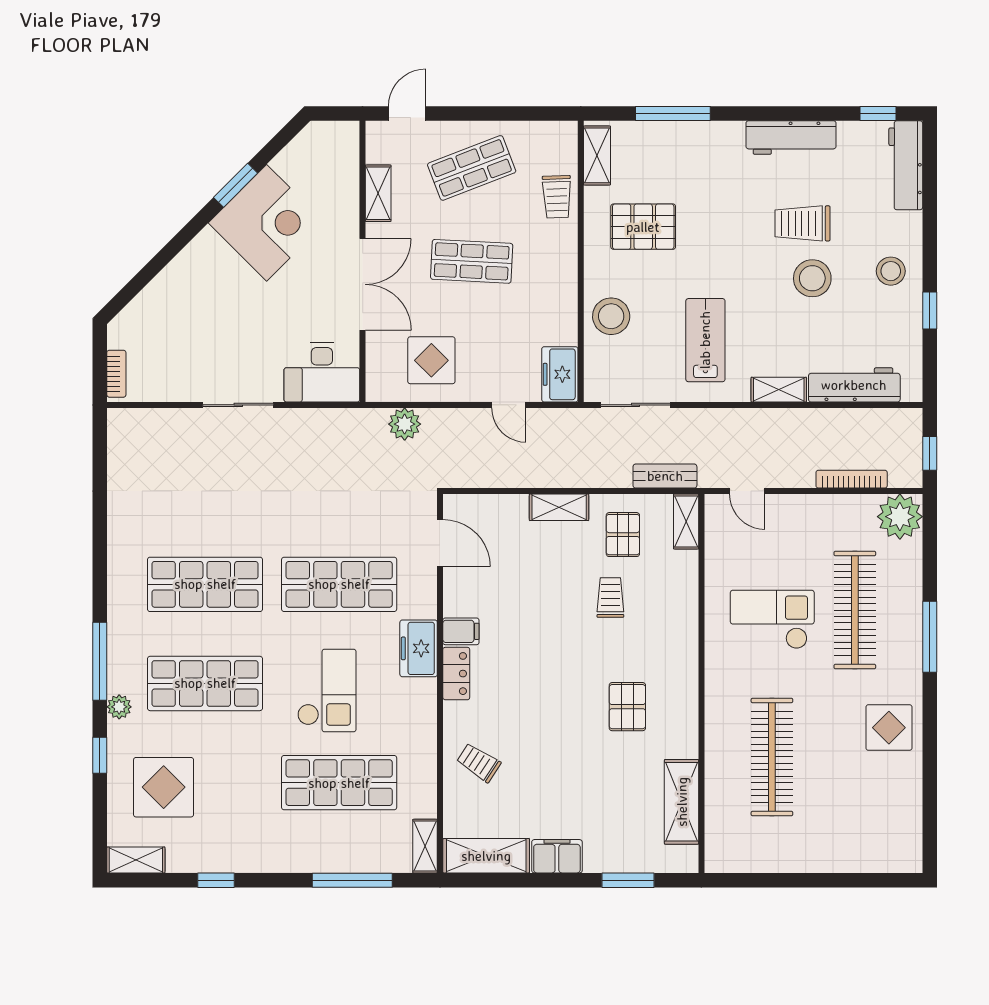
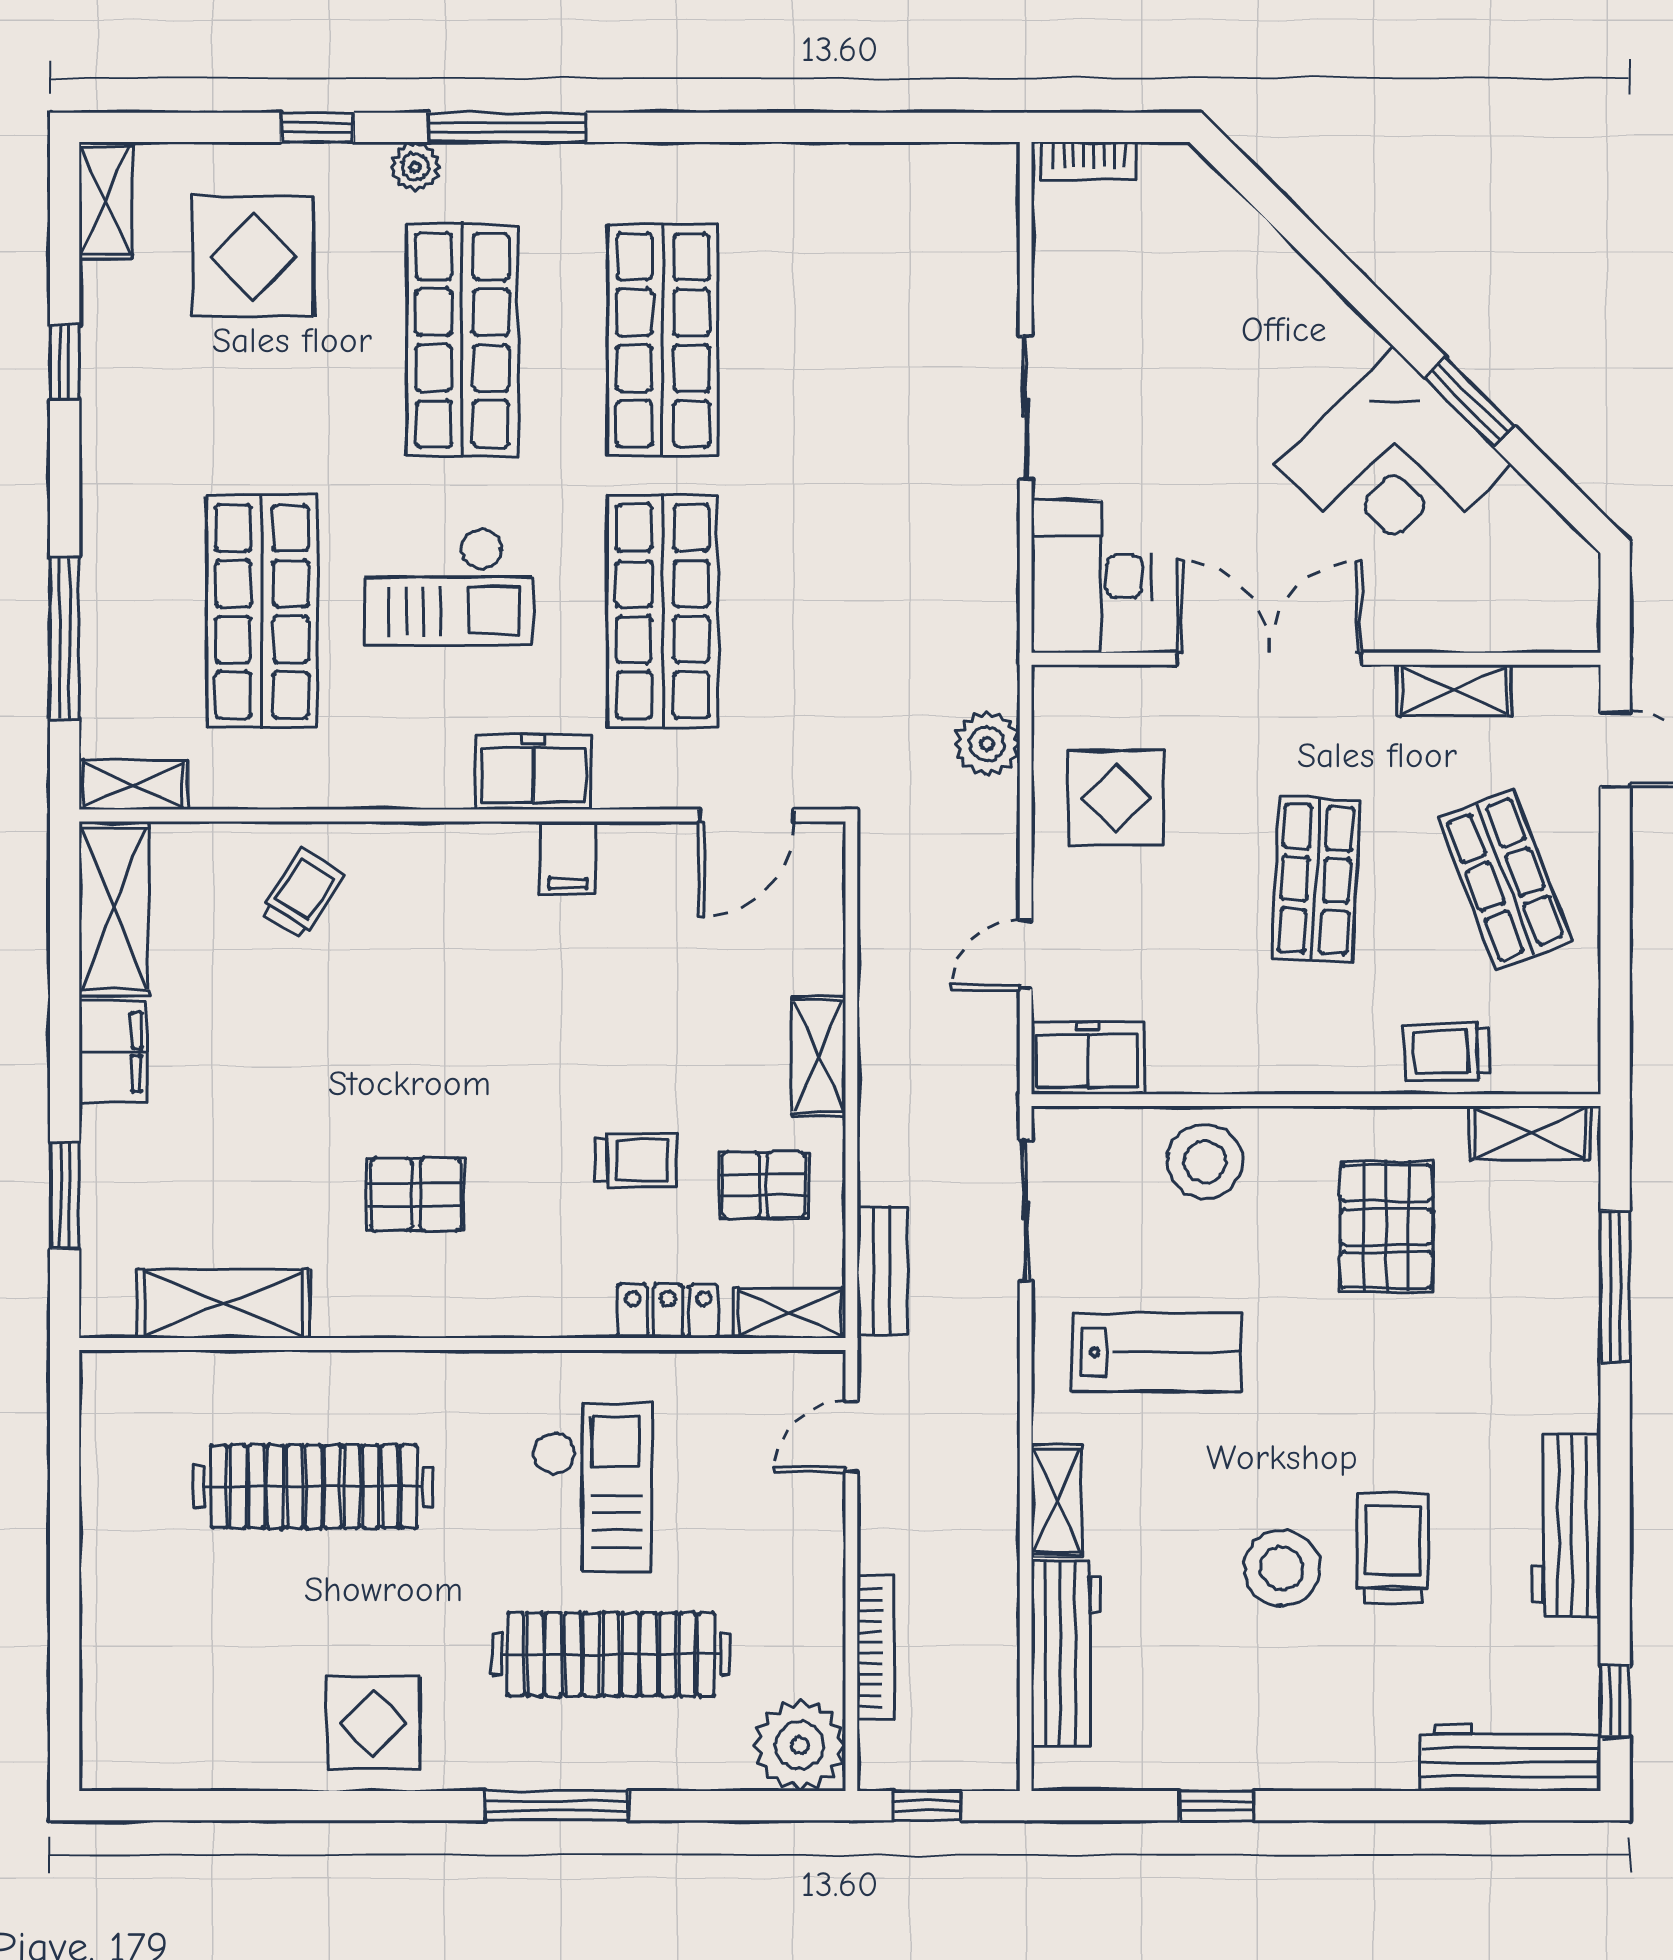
stool: (891, 271) -> (1296, 1727), removed
double door: (363, 284) -> (1269, 659), swing flipped
locker: (456, 674) -> (668, 1311), moved, turned 180

